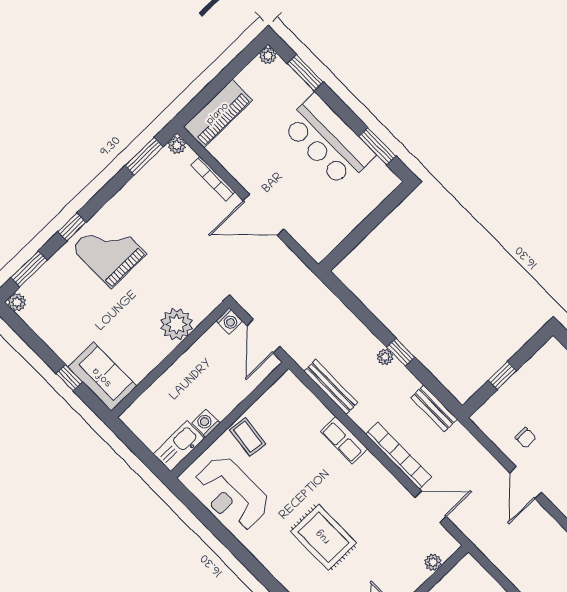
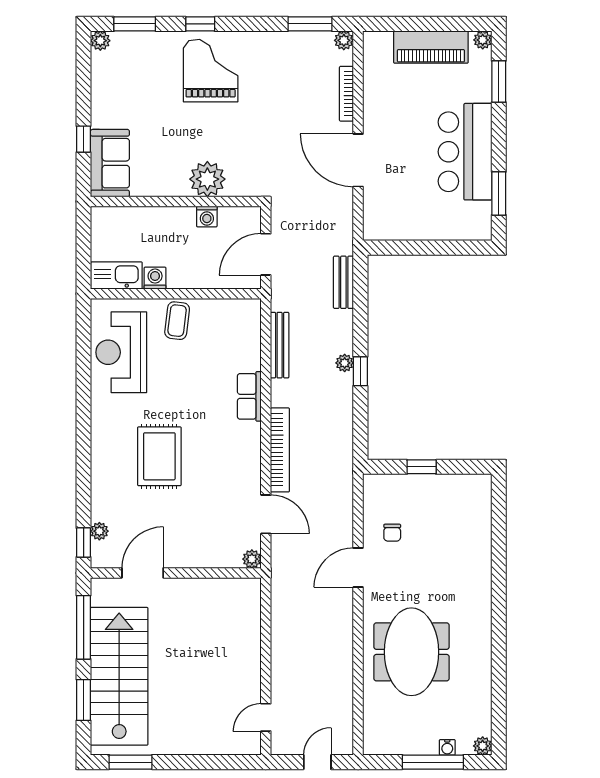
piano: (218, 114) -> (431, 47), moved
washing machine: (229, 321) -> (207, 216), moved
bench: (434, 408) -> (343, 282), moved
plant: (433, 562) -> (252, 559), moved

